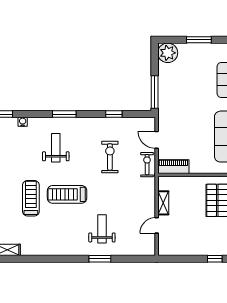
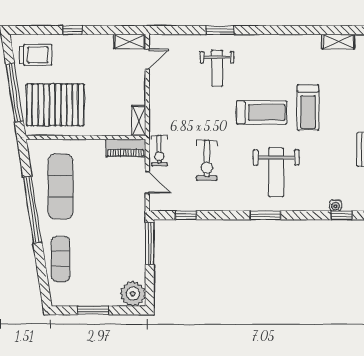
window: (114, 114) -> (186, 215), moved
water cooler: (23, 122) -> (336, 205), moved
weight bench: (56, 148) -> (276, 172), width x1.36, depth x1.33
shelving: (163, 203) -> (139, 121), moved
door: (157, 225) -> (147, 59), moved
shelving: (170, 250) -> (130, 41), added

